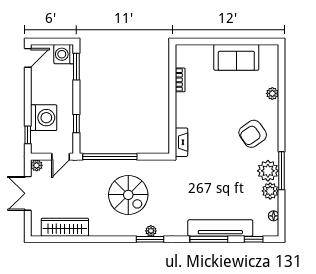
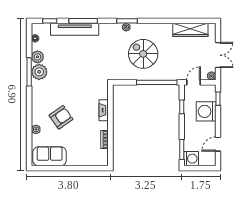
sofa: (236, 57) -> (50, 156), moved
door: (28, 58) -> (218, 144), moved
armchair: (253, 134) -> (61, 117), moved
fireplace: (181, 142) -> (104, 110), moved

